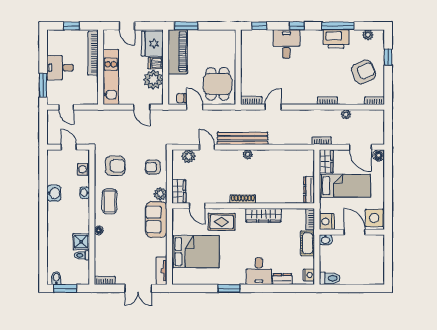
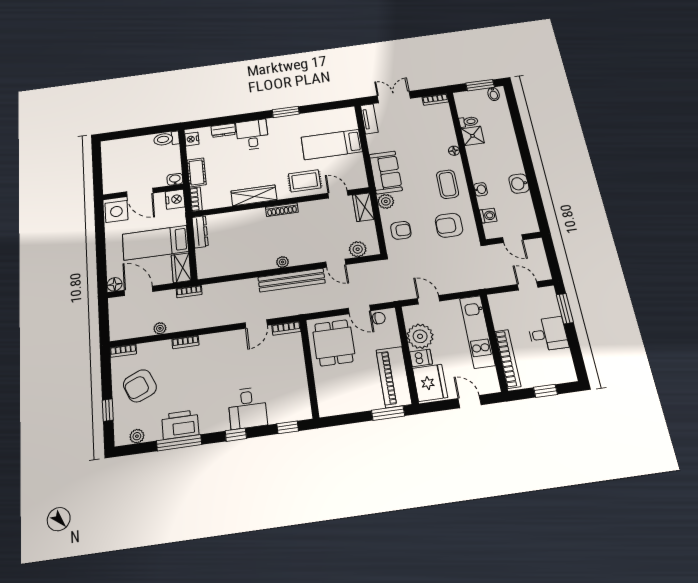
bed: (196, 252) -> (332, 145), width x0.67

